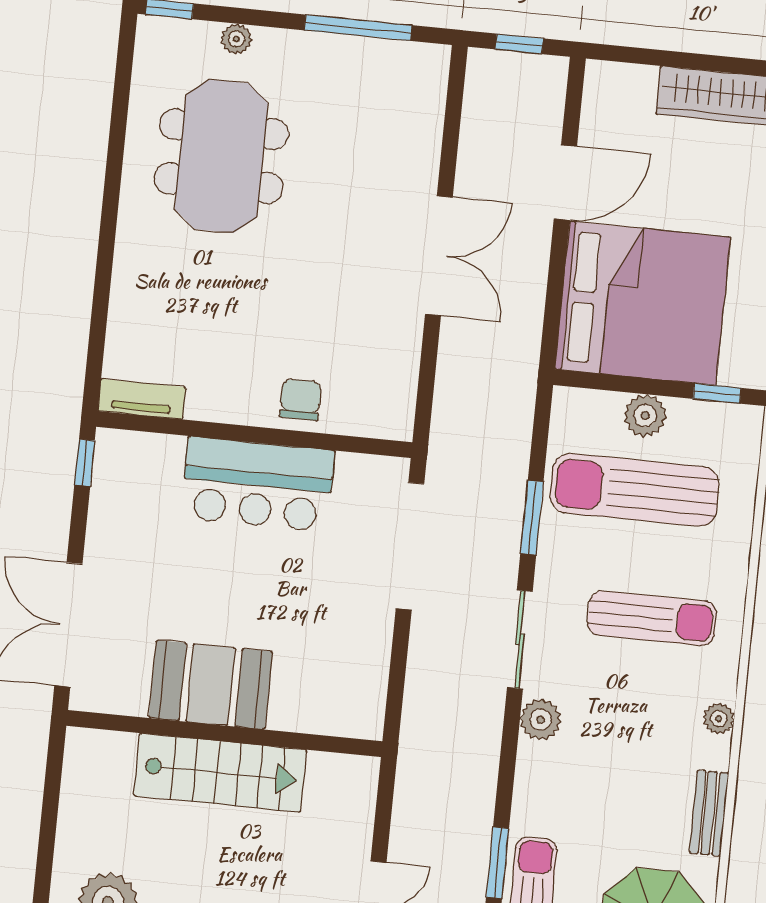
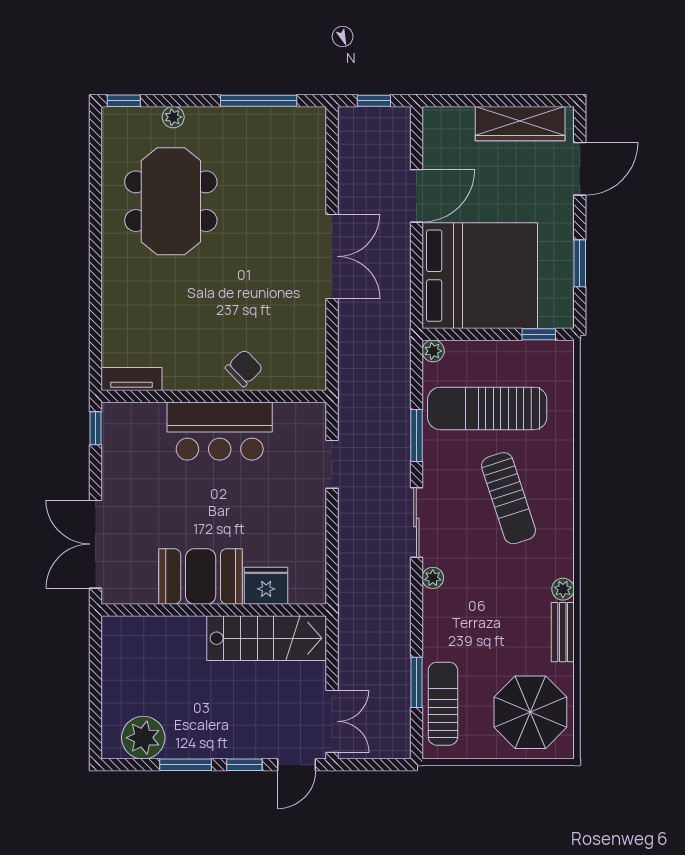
chair: (300, 400) -> (244, 368), turned 46
plant: (645, 416) -> (433, 351), moved, width x0.73, depth x0.73
doorway: (410, 546) -> (332, 464), width x0.53
sun lounger: (652, 618) -> (509, 498), turned 72
fridge: (301, 707) -> (266, 586), added
plant: (719, 719) -> (563, 589), moved
plant: (541, 720) -> (433, 578), width x0.73, depth x0.73
stairs: (220, 773) -> (267, 638), moved

